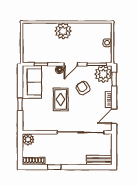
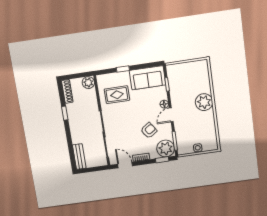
door: (71, 64) -> (171, 115), hinge flipped
rug: (61, 99) -> (117, 95), moved

